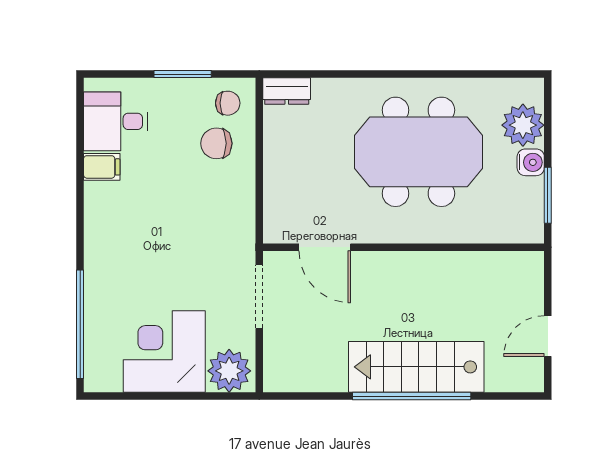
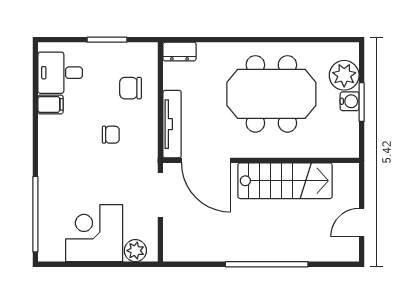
chair: (228, 103) -> (111, 135), moved
tv unit: (276, 195) -> (172, 124), added
window: (548, 195) -> (362, 102), moved
door: (325, 247) -> (206, 160), width x1.36
stairs: (416, 367) -> (285, 181), moved, turned 180
plant: (229, 371) -> (135, 251), width x0.73, depth x0.73

